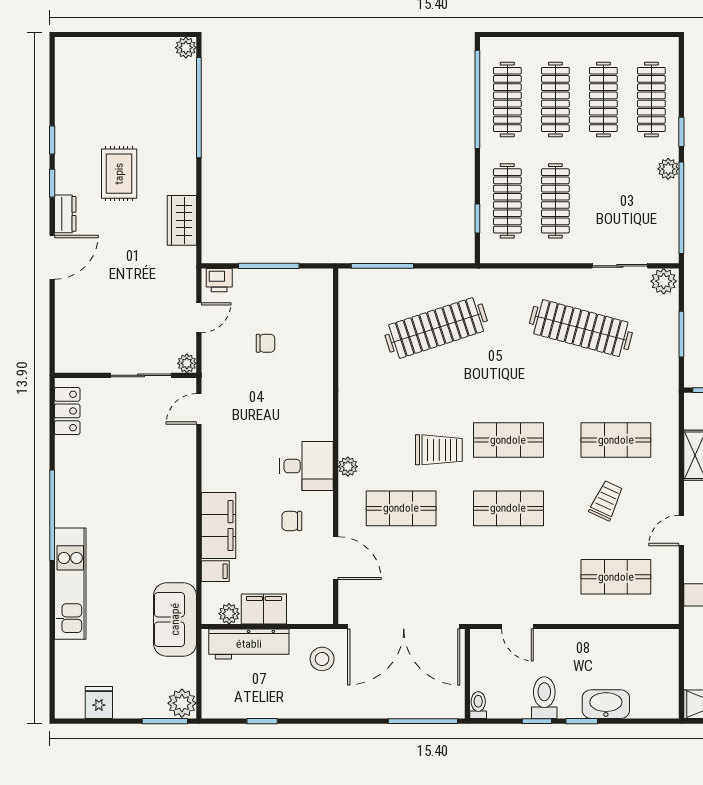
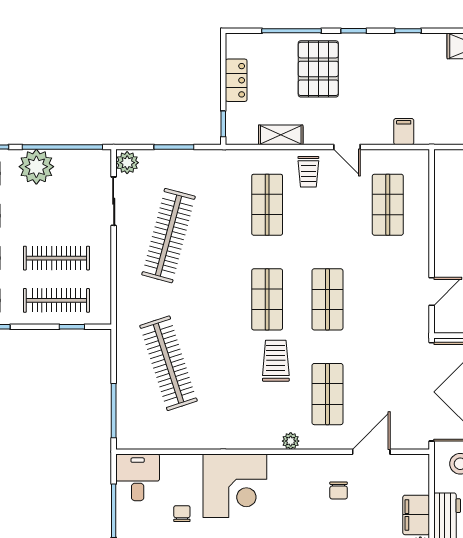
plant: (668, 169) -> (36, 167), width x1.87, depth x1.87
corner desk: (297, 403) -> (235, 486), added
desk: (307, 466) -> (138, 477), moved
trolley: (606, 501) -> (308, 172), moved, turned -115

